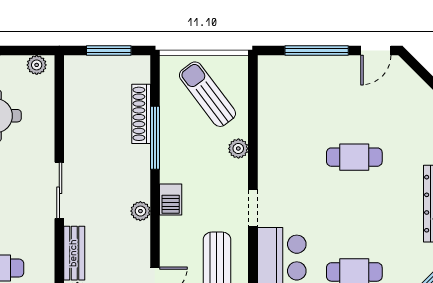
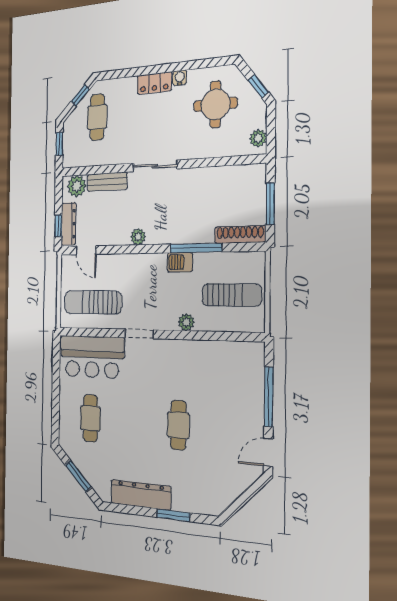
door: (376, 51) -> (268, 452), hinge flipped
sun lounger: (207, 94) -> (232, 295), turned 37
shoe rack: (141, 114) -> (240, 234), moved
barbecue: (171, 200) -> (180, 262), moved

